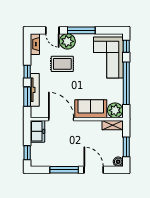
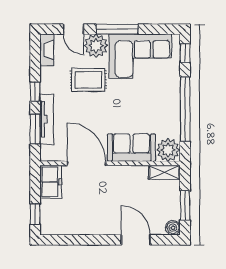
corner sofa: (108, 58) -> (140, 56), moved, turned -90
window: (64, 170) -> (91, 240), removed

